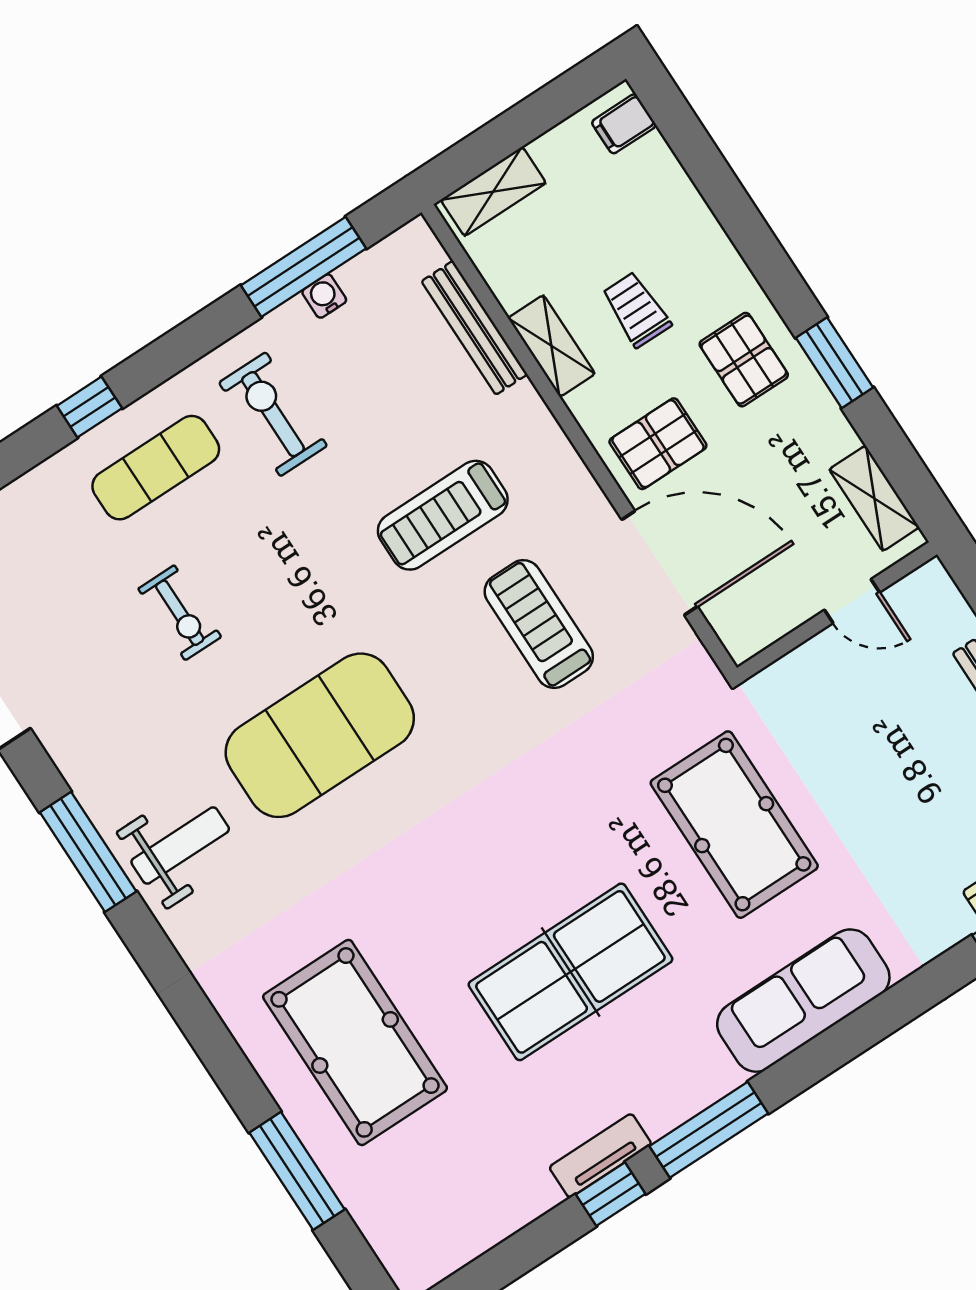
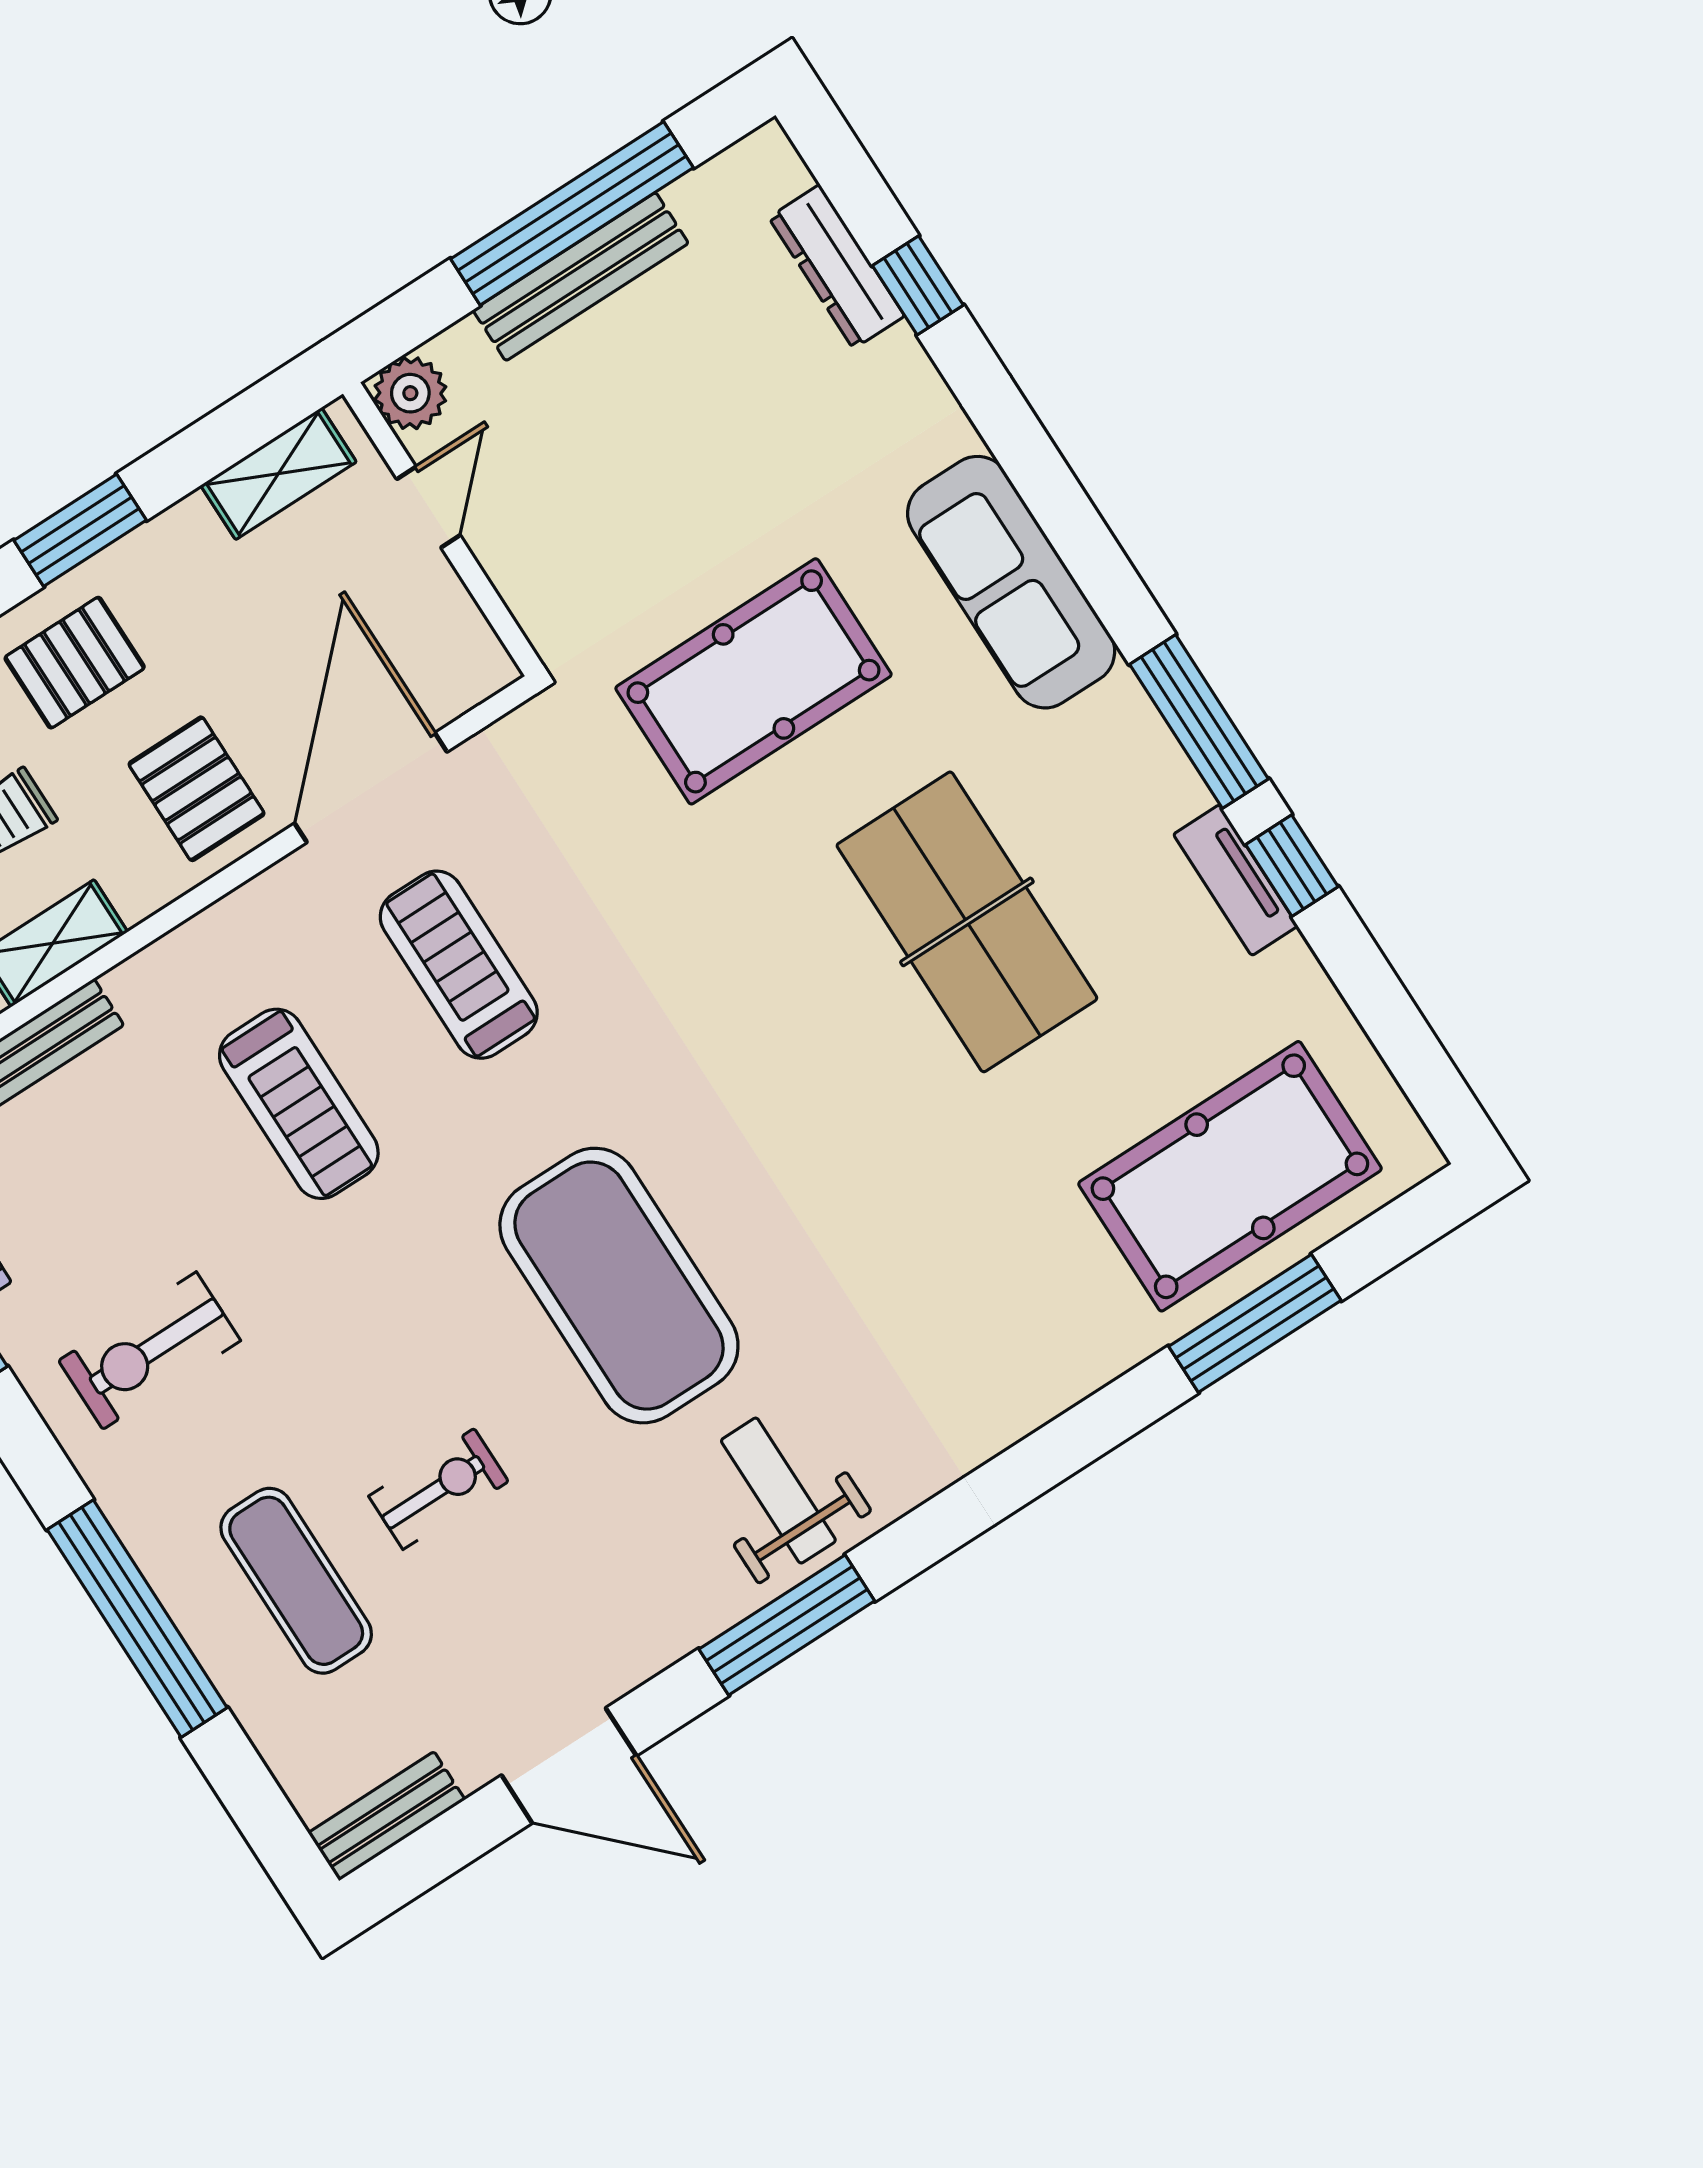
window: (89, 407) -> (137, 1619), width x3.17
exercise mat: (156, 468) -> (296, 1581), moved
plant: (930, 588) -> (410, 393), added
treadmill: (539, 624) -> (459, 965), turned 90
pool table: (355, 1042) -> (1230, 1176), moved

